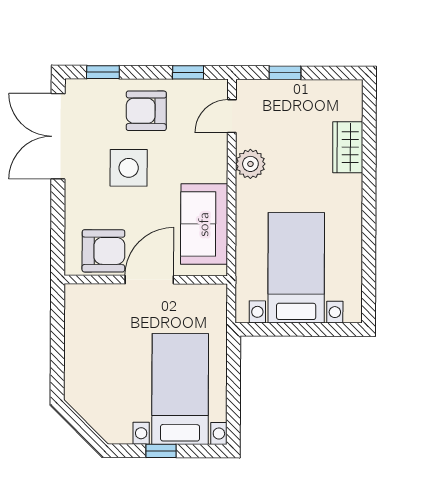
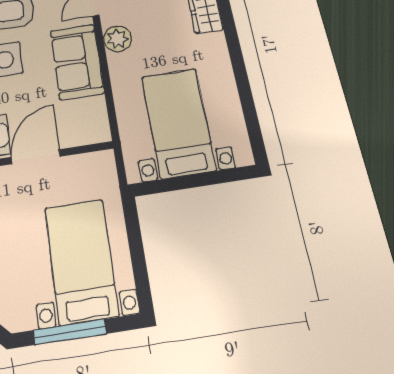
sofa: (204, 224) -> (77, 62), moved
window: (161, 451) -> (70, 332), width x2.17

